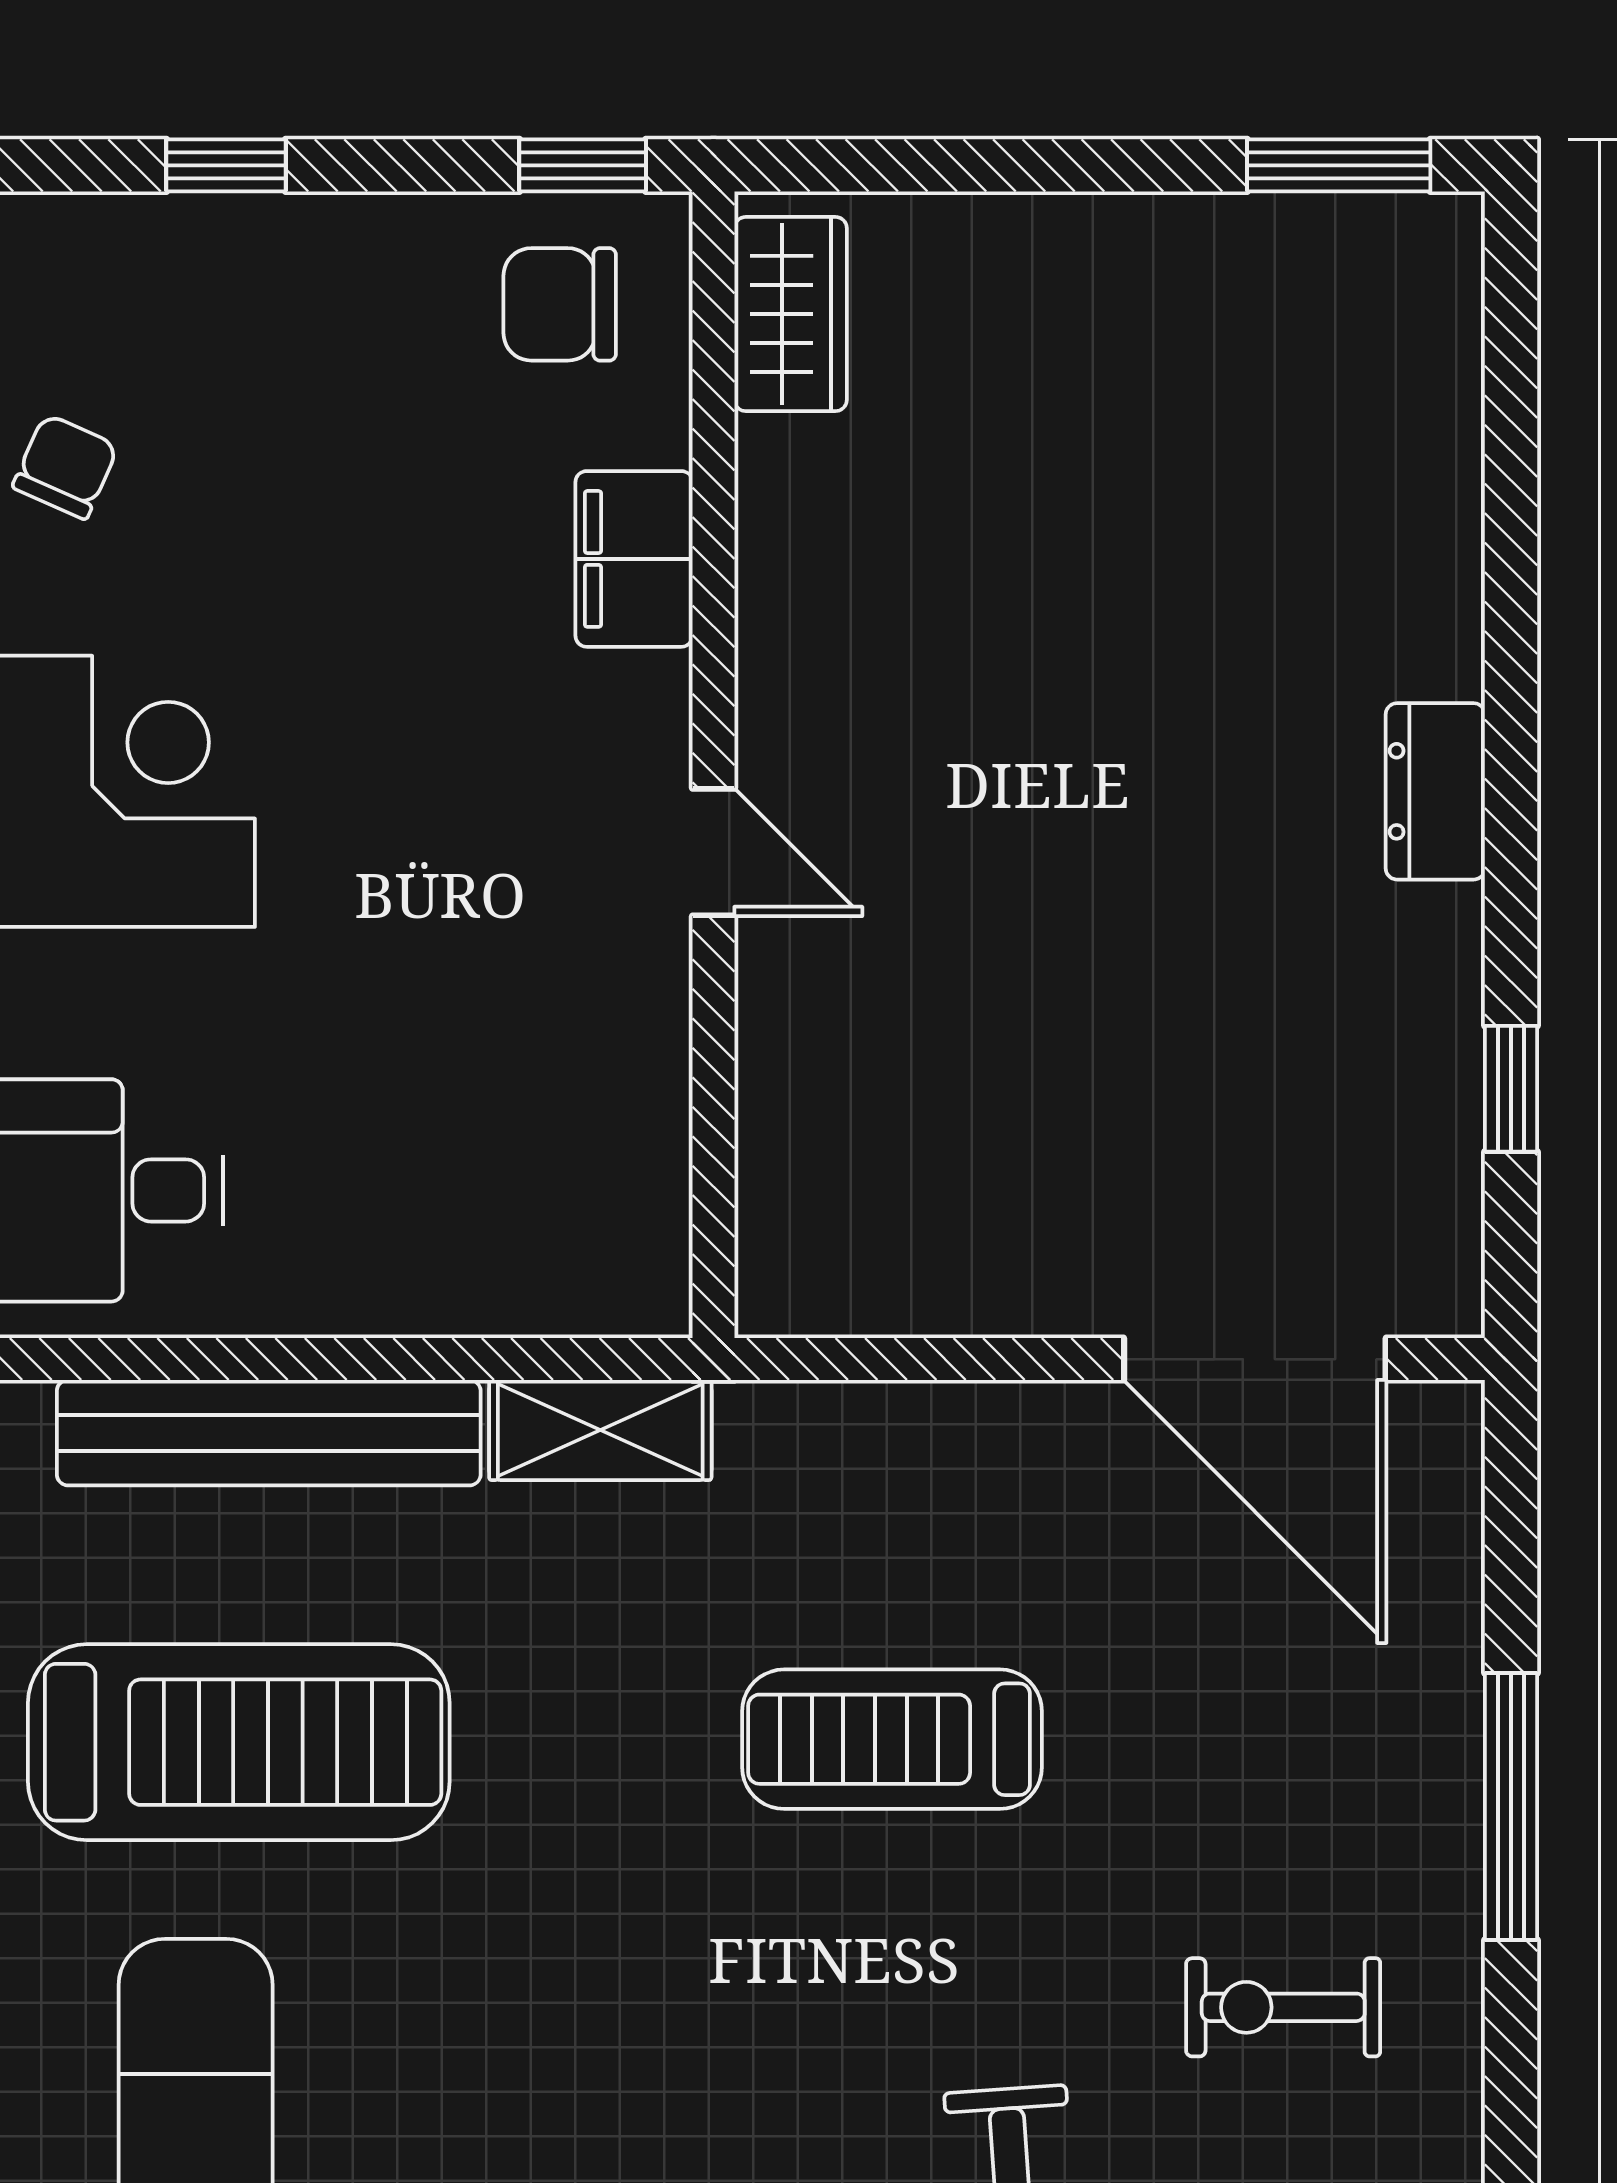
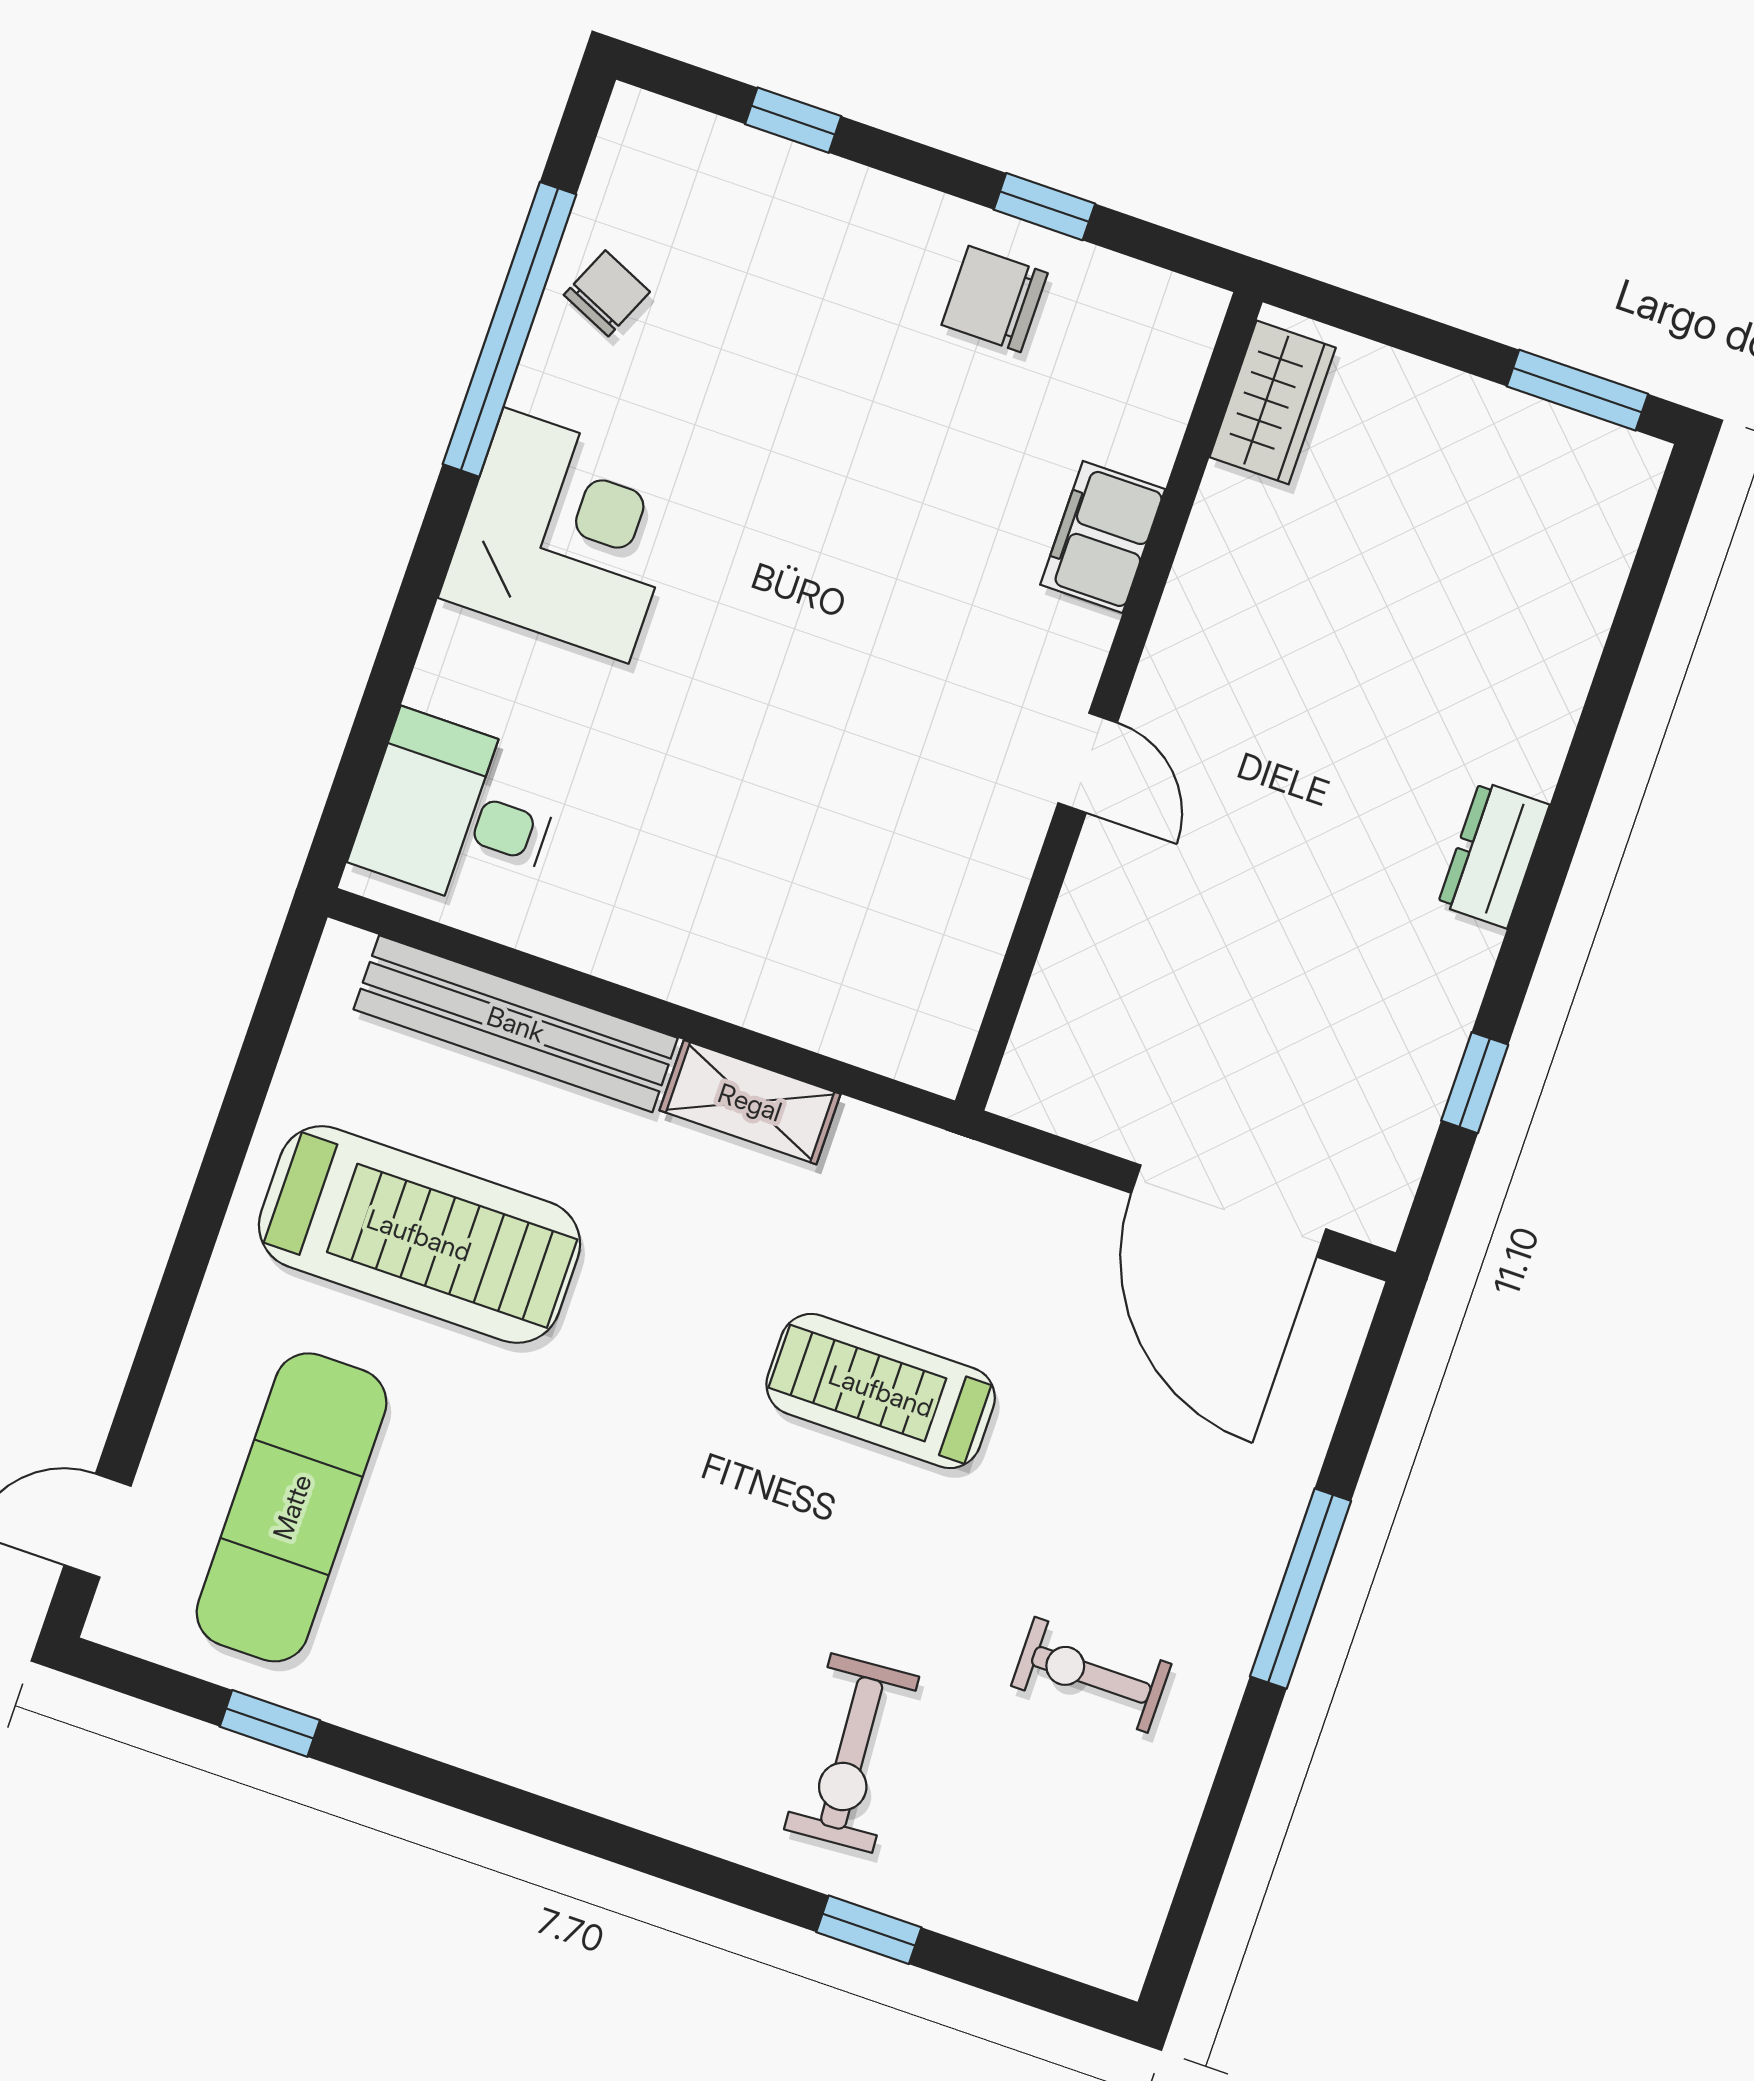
wardrobe: (791, 314) -> (1273, 402), moved
filing cabinet: (634, 559) -> (1103, 537), moved
wall: (713, 765) -> (1109, 701), moved
door: (713, 852) -> (1088, 763), moved

